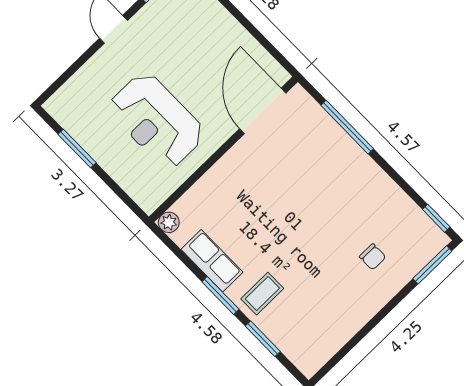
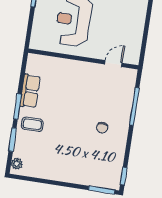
door: (263, 111) -> (113, 64), width x0.53
plant: (169, 222) -> (17, 164), moved
chair: (373, 257) -> (102, 128), moved

